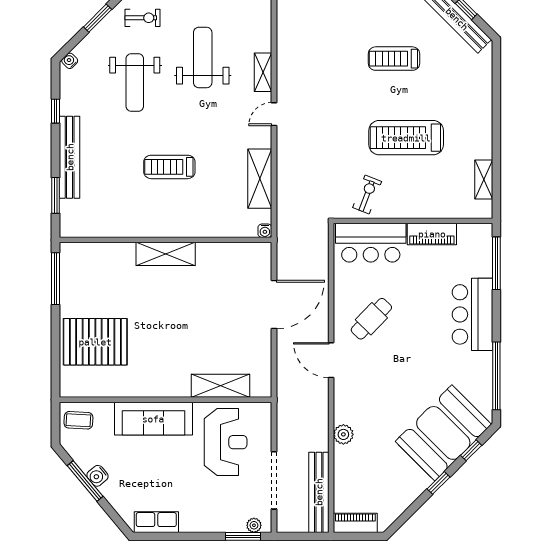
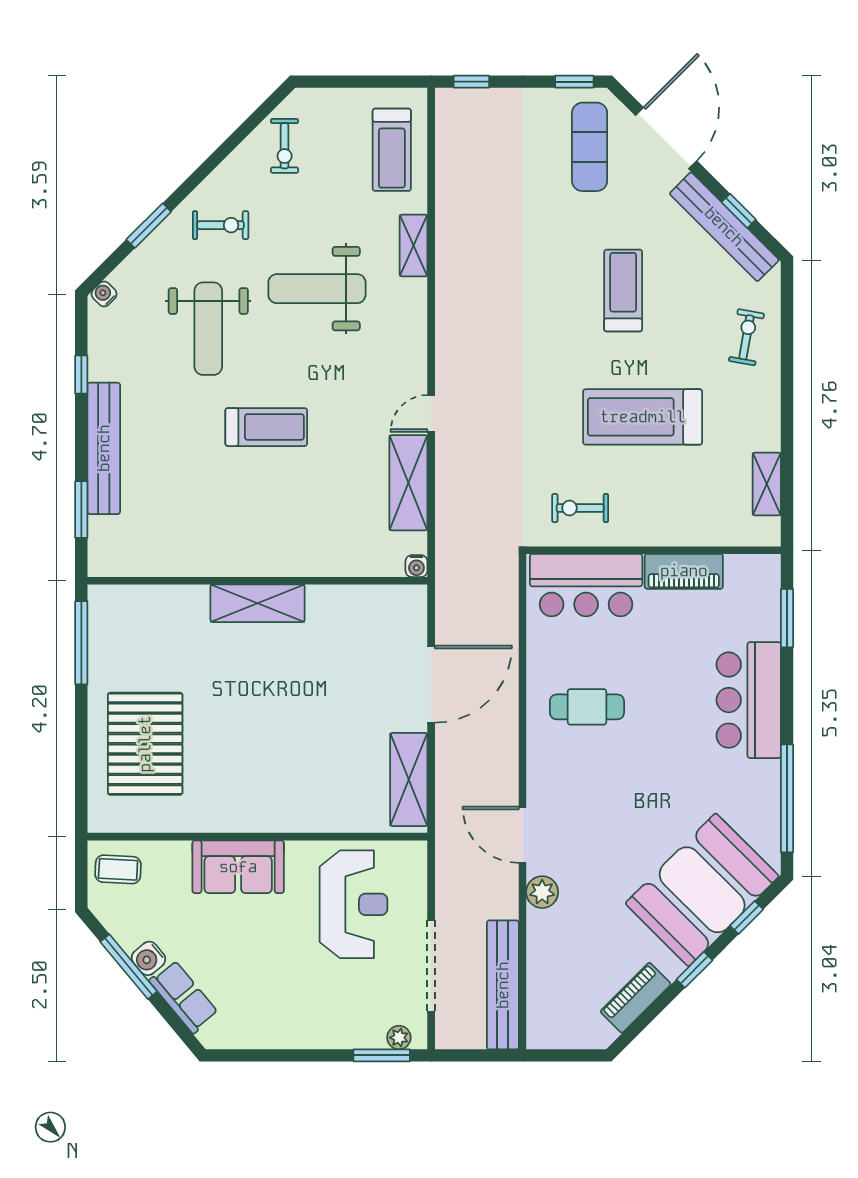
weight bench: (203, 57) -> (317, 289), turned -90
treadmill: (394, 59) -> (623, 290), turned 90
shelving: (263, 72) -> (414, 246), moved
exercise bike: (471, 88) -> (746, 337), added
door: (274, 114) -> (431, 413), moved
treadmill: (169, 167) -> (266, 427), moved, turned 180
exercise bike: (367, 194) -> (580, 508), turned -111
window: (496, 263) -> (787, 618), width x0.69
cafe table: (371, 319) -> (587, 707), turned 46
pallet: (95, 342) -> (145, 744), turned 90
door: (331, 360) -> (523, 835), moved
shelving: (220, 386) -> (409, 779), moved, turned 90
sofa: (153, 419) -> (238, 867), width x0.73
row of seats: (156, 522) -> (184, 997), moved, turned 50
piano: (355, 523) -> (636, 998), moved, turned -45

